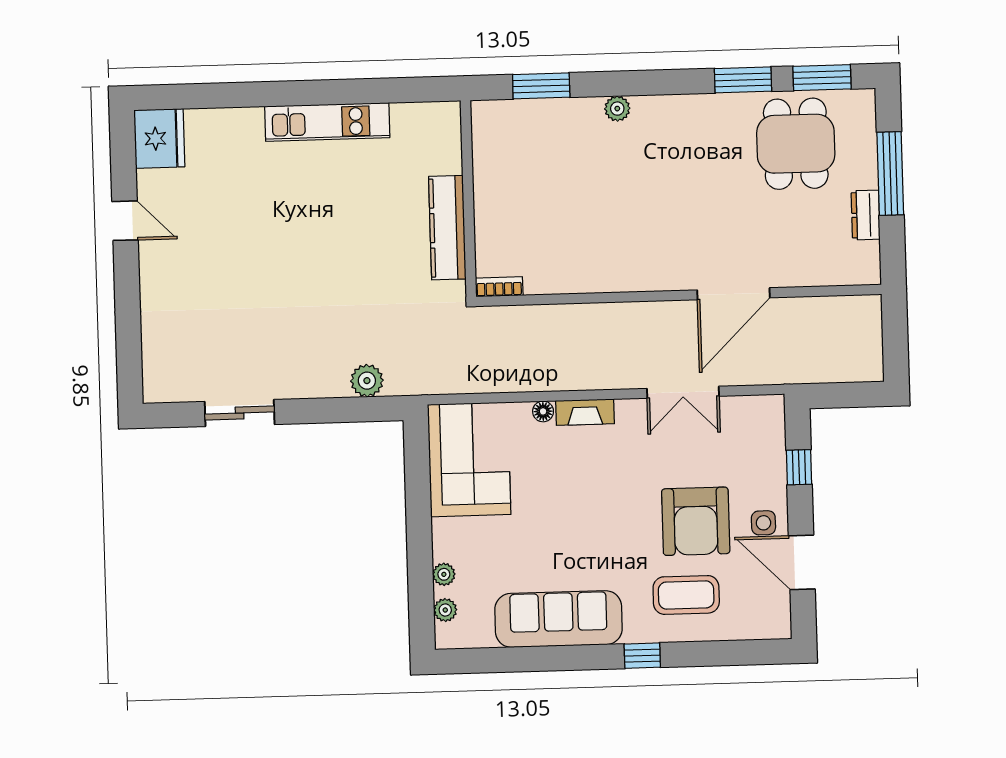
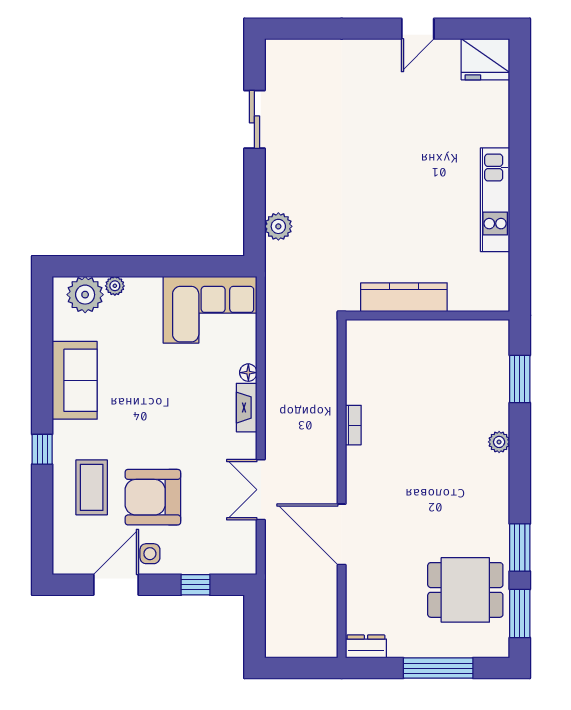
dresser: (866, 215) -> (366, 646), moved
bookcase: (499, 287) -> (353, 425), moved
plant: (445, 610) -> (85, 295), width x1.88, depth x1.88
sofa: (558, 619) -> (75, 380), width x0.73

